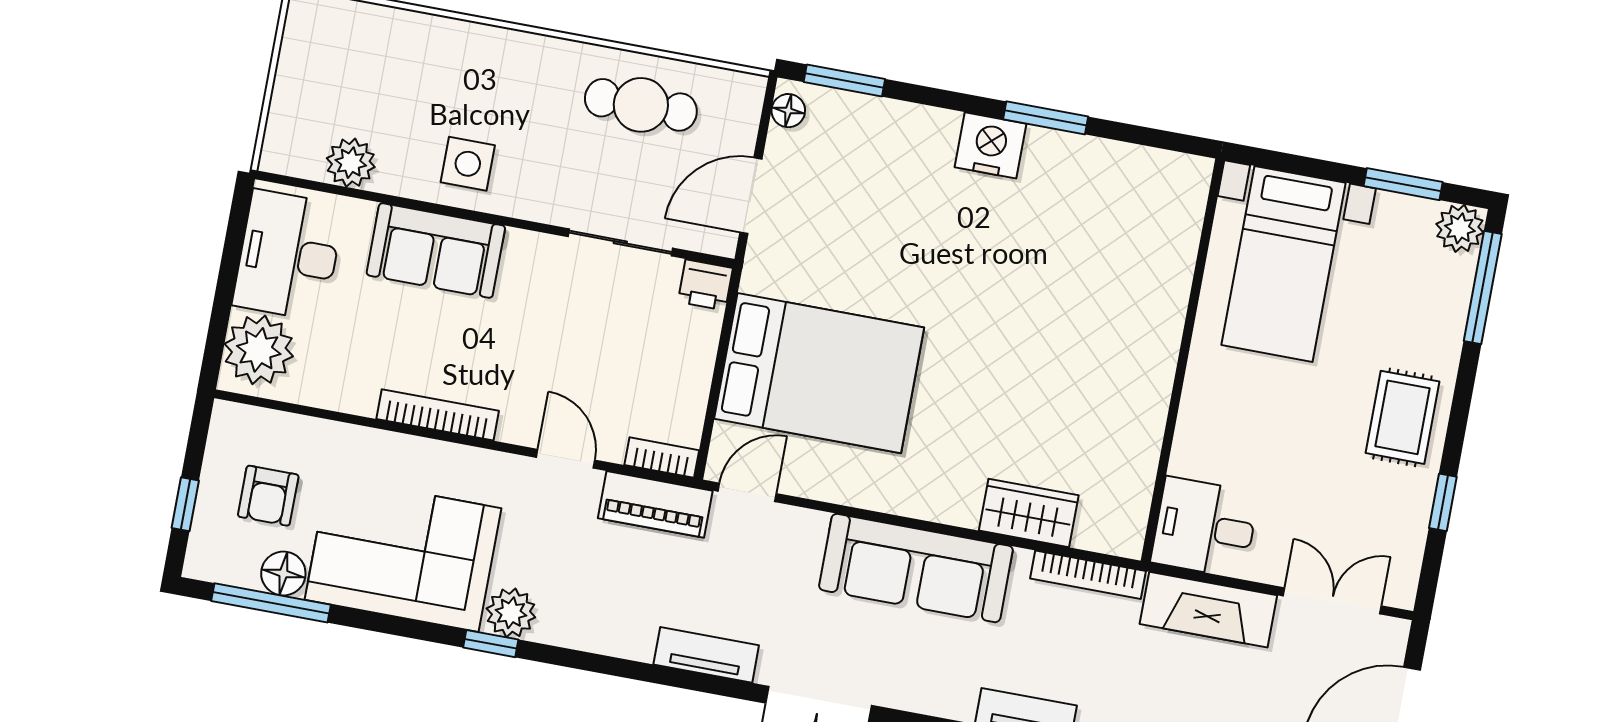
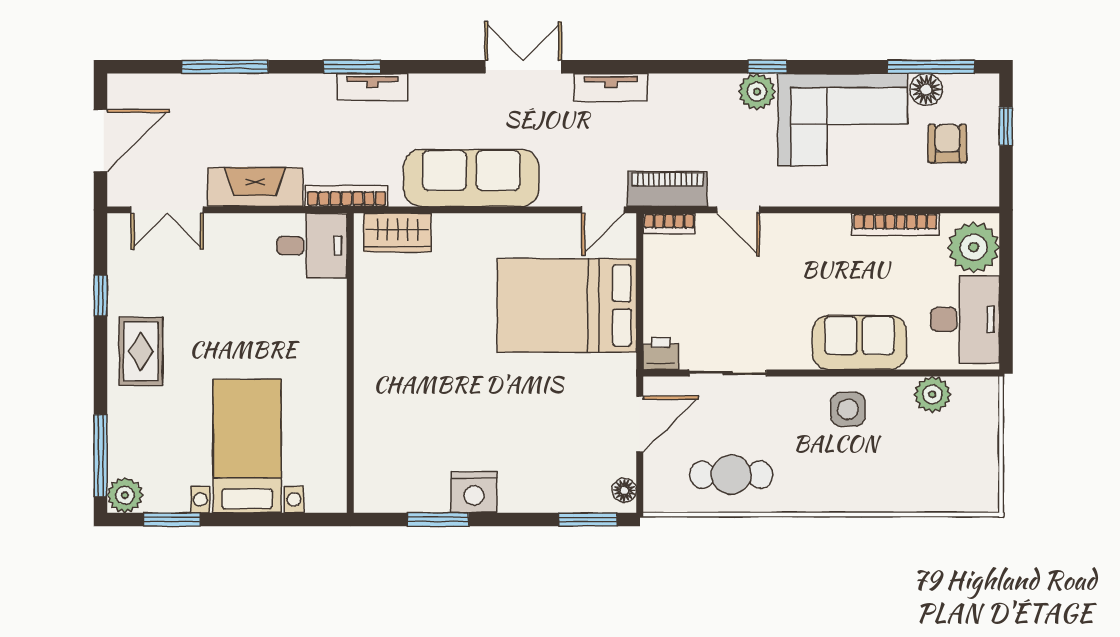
wall: (1183, 360) -> (350, 363), moved
bookcase: (438, 415) -> (895, 224), moved
desk: (1205, 528) -> (312, 246), moved

